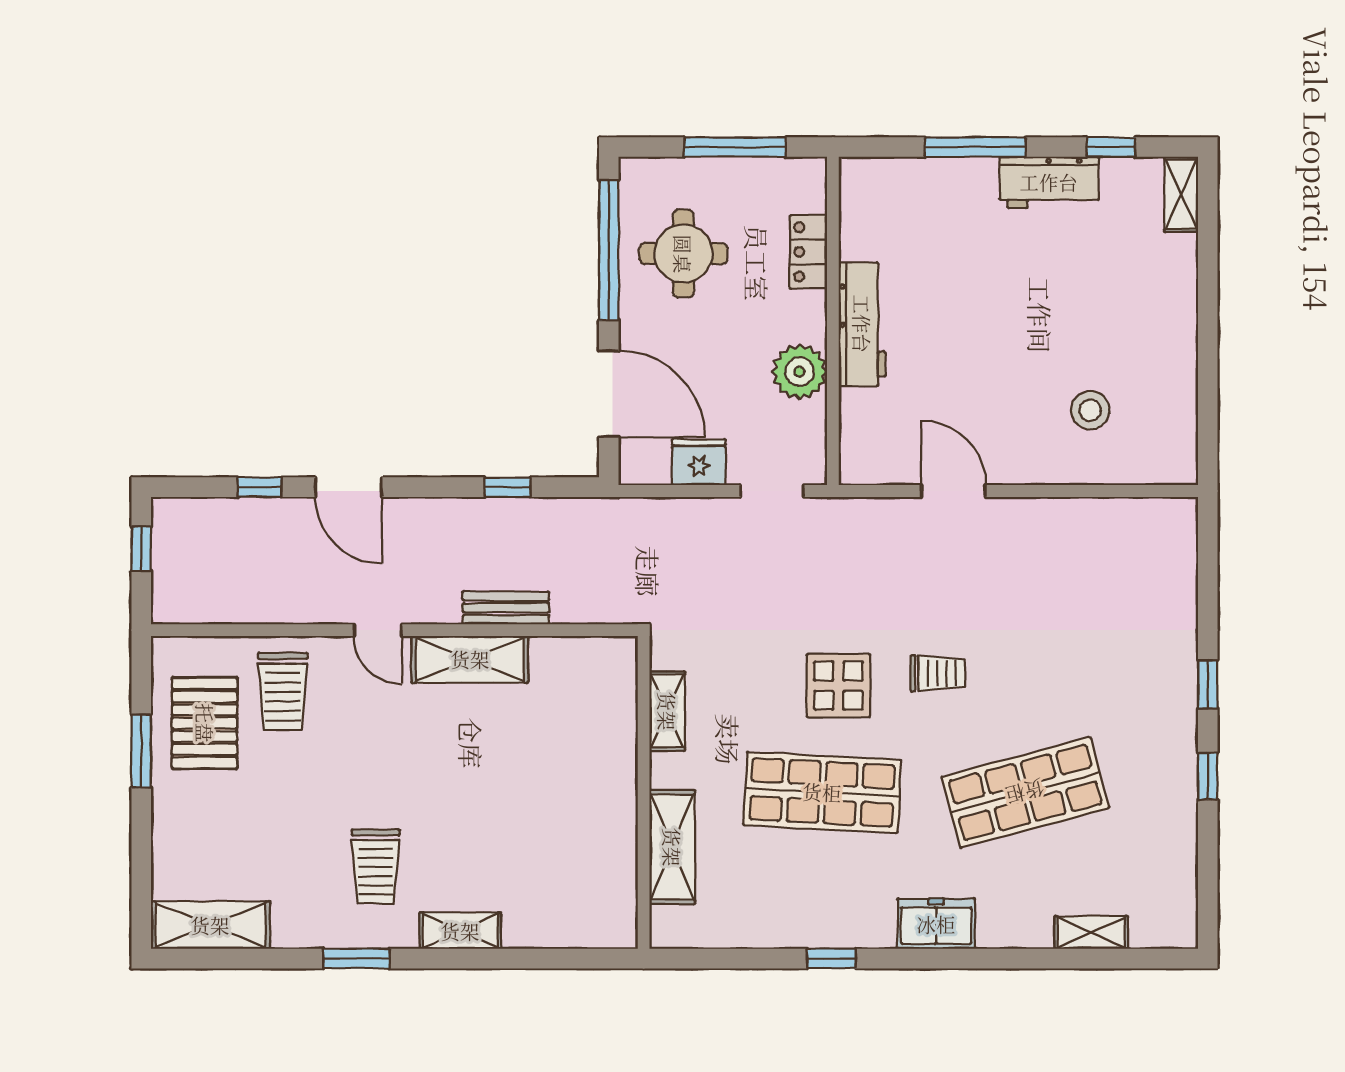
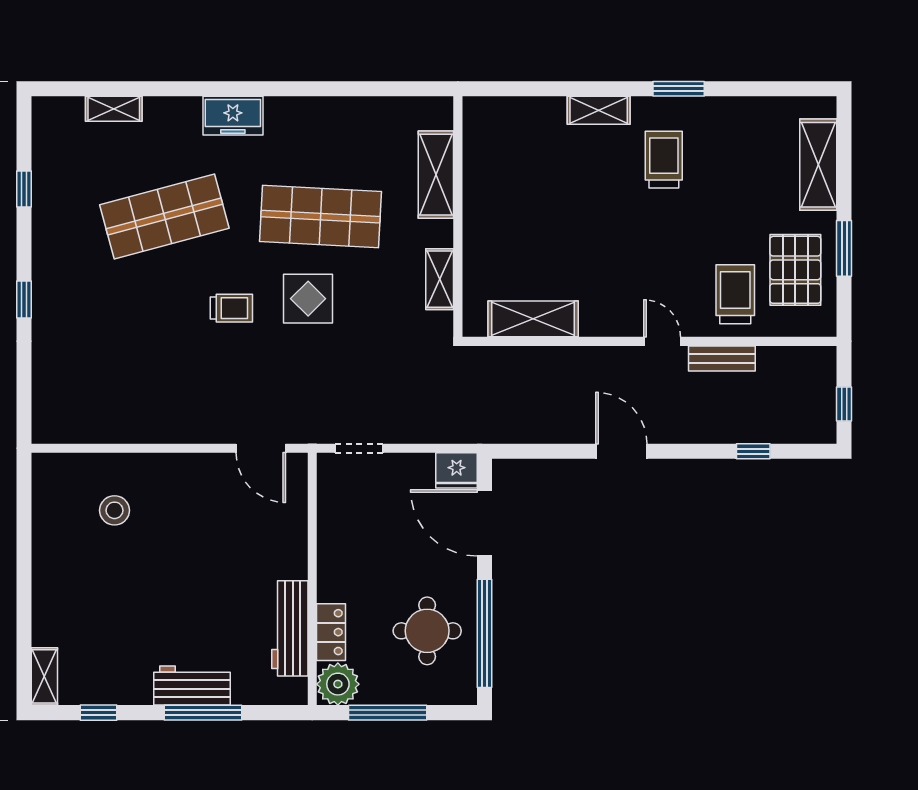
workbench: (1049, 182) -> (192, 686), moved
workbench: (862, 324) -> (290, 628), moved
plant: (800, 372) -> (338, 684), moved
fridge: (699, 462) -> (457, 470), moved
door: (349, 487) -> (621, 451), moved
window: (507, 487) -> (562, 451), removed
door: (953, 491) -> (261, 448), moved
bench: (506, 608) -> (722, 358), moved
shelving: (470, 659) -> (533, 319), moved
trolley: (938, 673) -> (231, 308), turned 180
window: (1208, 776) -> (24, 189), moved
shelving: (210, 925) -> (818, 165), moved, turned 90
window: (831, 959) -> (313, 89), removed

